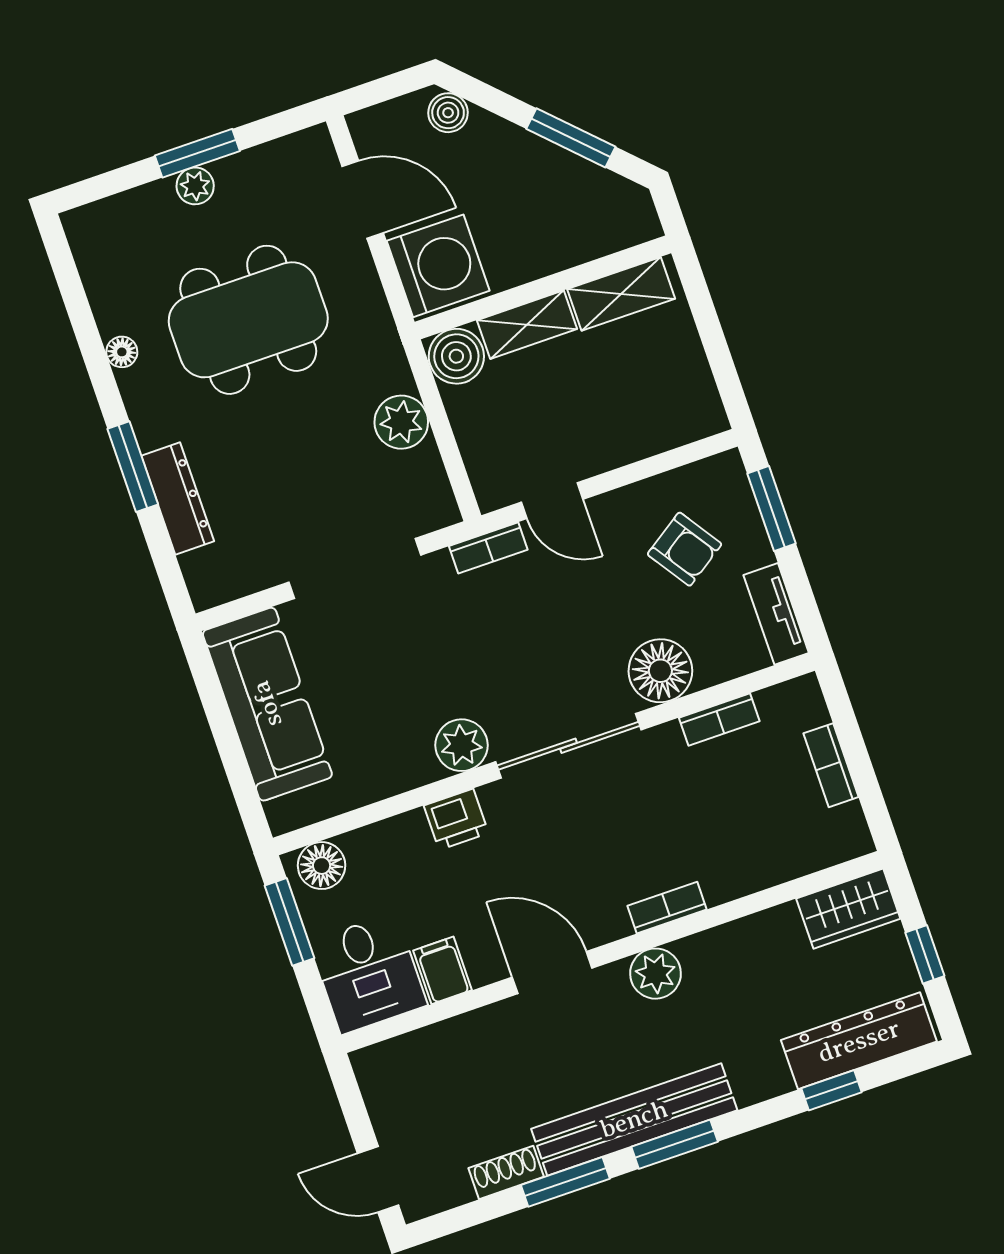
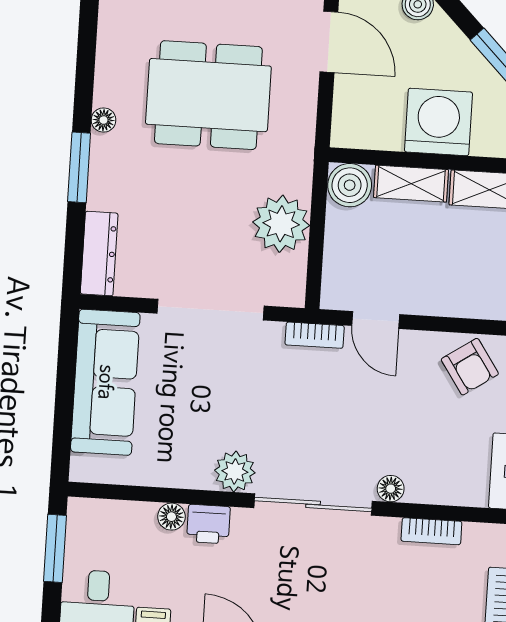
washing machine: (438, 266) -> (438, 122), moved, turned -90
floor lamp: (122, 352) -> (104, 120), moved
plant: (401, 422) -> (281, 224), width x1.36, depth x1.36
dresser: (178, 499) -> (99, 254), moved
armchair: (685, 549) -> (470, 367), moved
floor lamp: (660, 671) -> (391, 489), width x0.53, depth x0.53
floor lamp: (322, 866) -> (171, 517), moved, width x0.73, depth x0.73

